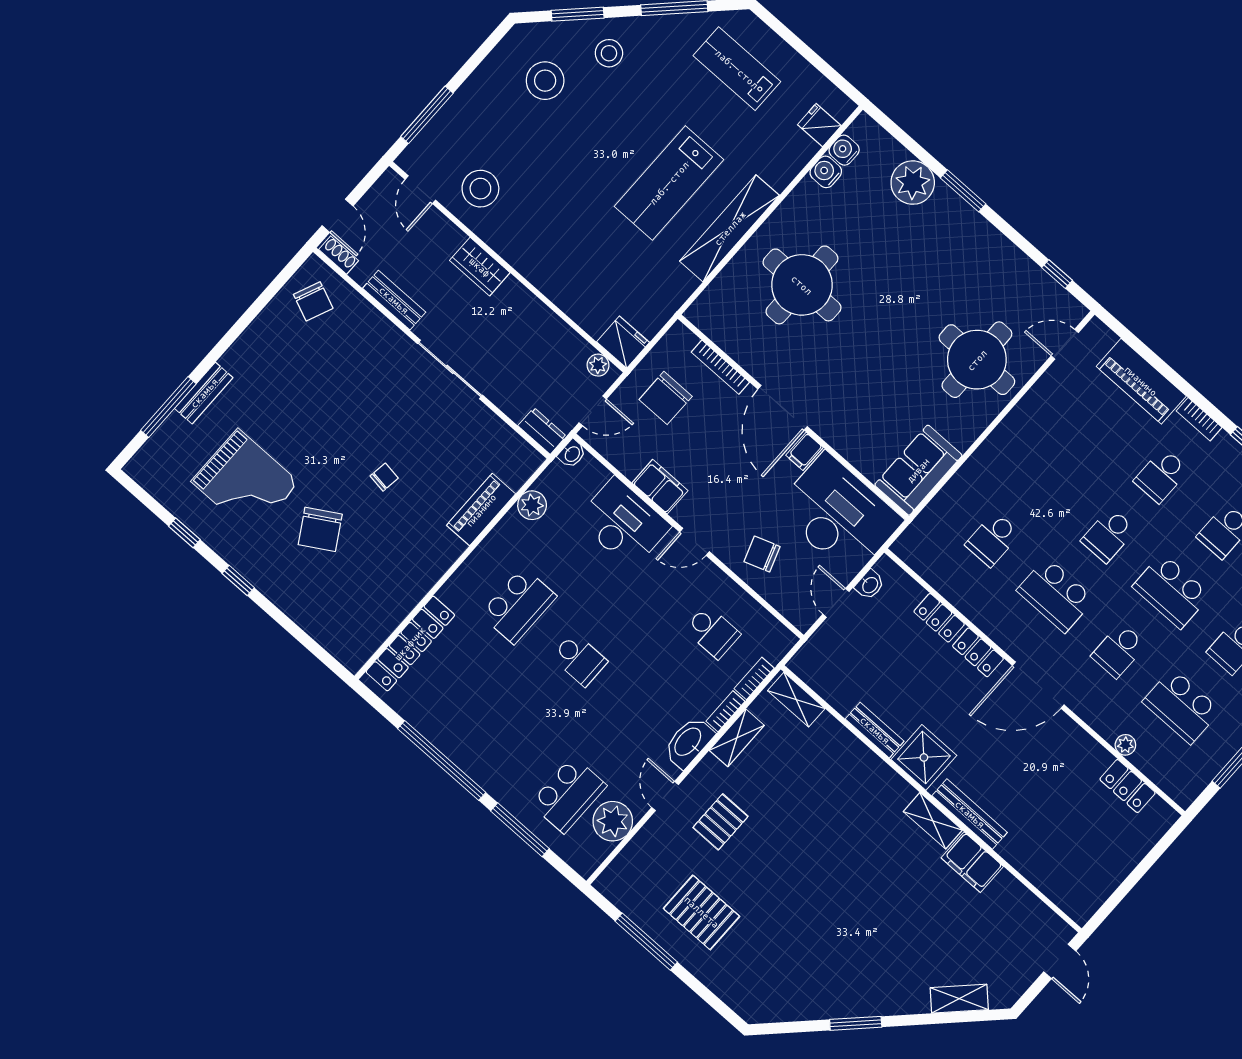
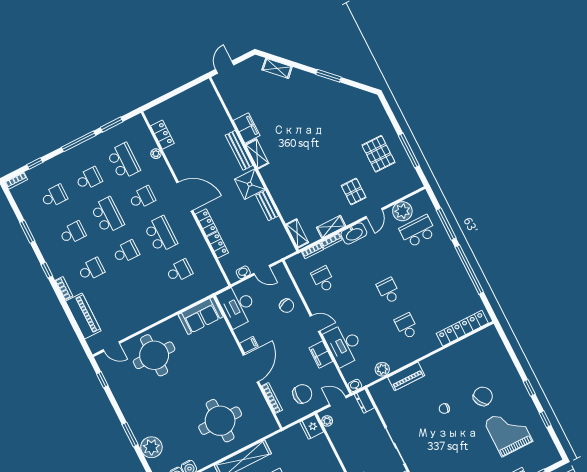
desk: (839, 515) -> (238, 306), width x0.73, depth x0.77
door: (836, 603) -> (262, 270), hinge flipped
school desk: (518, 605) -> (406, 326), width x0.54
pallet: (720, 822) -> (354, 192), turned 90

